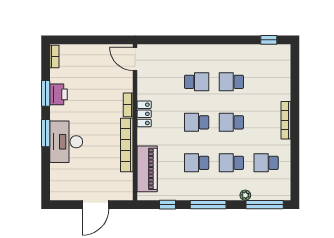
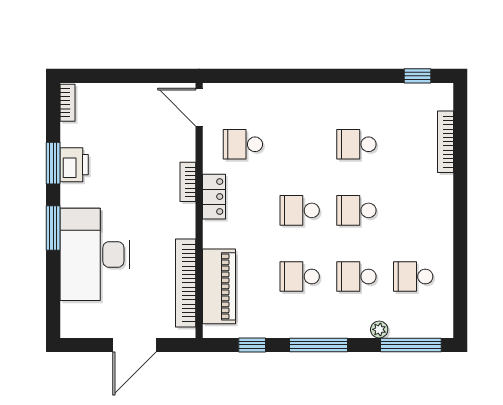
school desk: (197, 82) -> (243, 144), moved, turned 180
bookcase: (286, 120) -> (445, 142), moved
desk: (66, 142) -> (95, 254), width x1.36, depth x1.30
bookcase: (127, 145) -> (186, 283), moved

